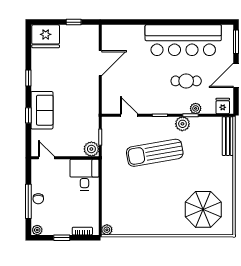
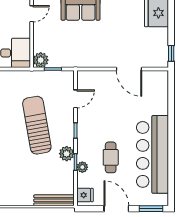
window: (74, 22) -> (171, 53), moved

